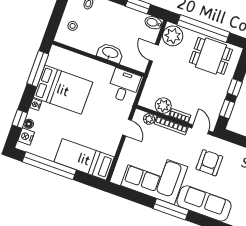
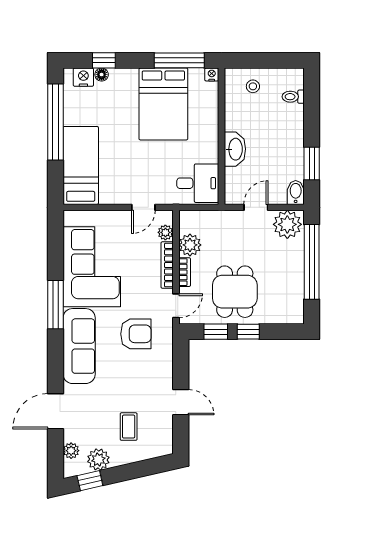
dining table: (211, 56) -> (235, 292), moved
nightstand: (36, 105) -> (212, 74), moved

